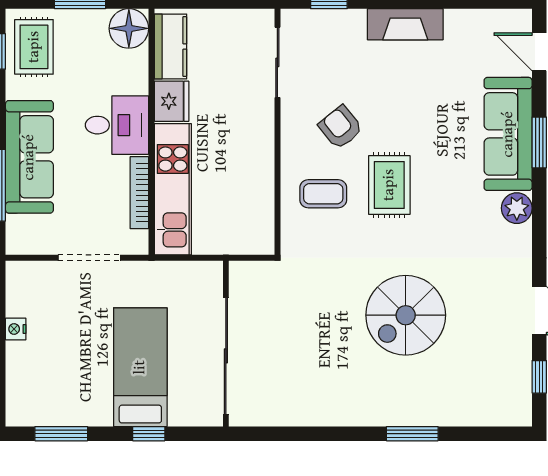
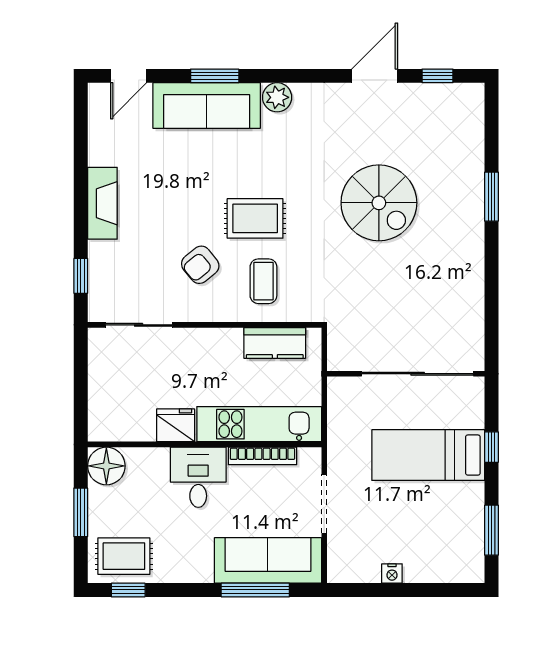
kitchen counter: (171, 47) -> (275, 343), moved, turned 180
sofa: (29, 157) -> (268, 560), moved

